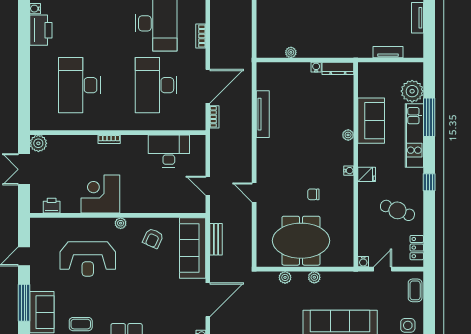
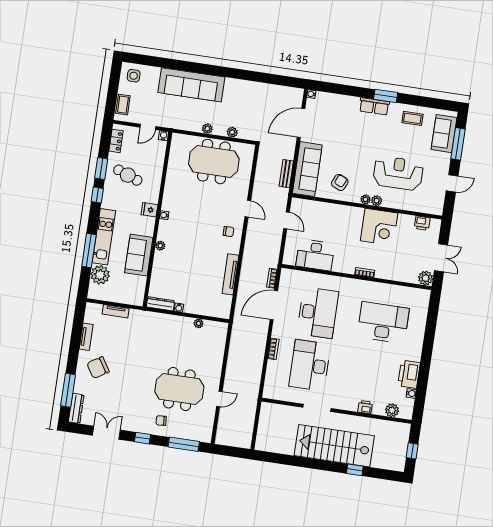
desk: (79, 85) -> (383, 322), turned -90
chair: (313, 194) -> (229, 232), moved
window: (429, 213) -> (101, 168), added
plant: (108, 224) -> (377, 201), added

